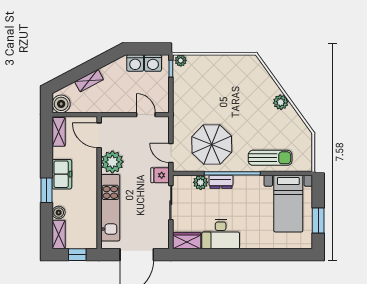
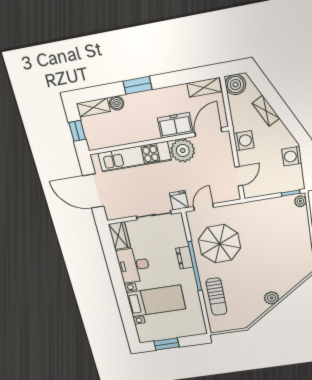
washing machine: (153, 63) -> (244, 141), moved, turned 180
freezer: (62, 174) -> (175, 125), moved, turned 180
plant: (201, 182) -> (180, 239), removed
bed with nightstands: (288, 204) -> (156, 301), moved, turned 180

